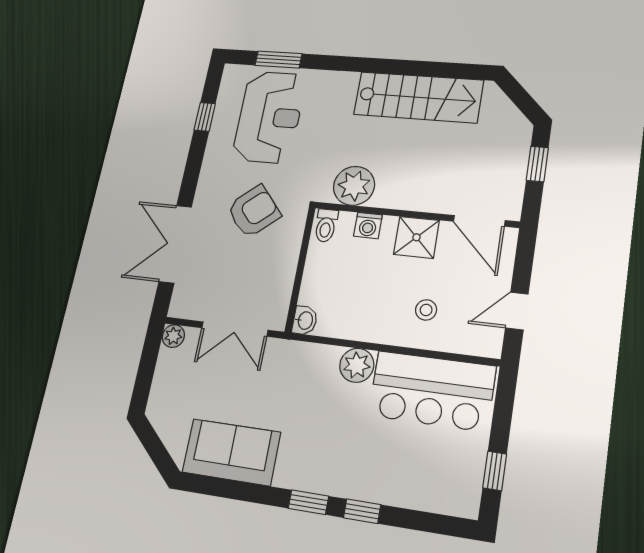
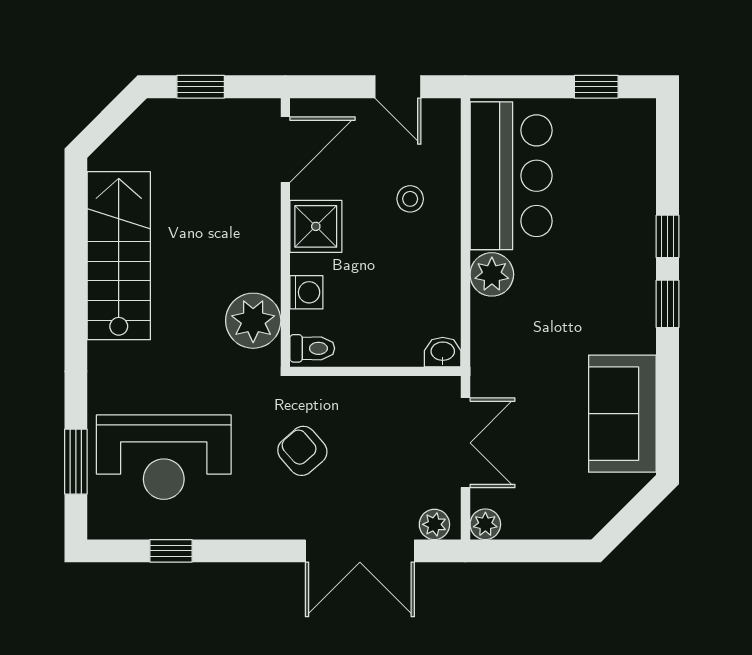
reception desk: (269, 117) -> (164, 457), turned 180
armchair: (254, 211) -> (302, 451), width x0.72, depth x0.72
plant: (182, 299) -> (434, 524), added

